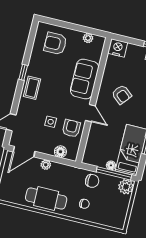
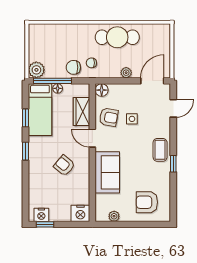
armchair: (55, 44) -> (147, 202), turned 180
armchair: (71, 128) -> (109, 117), turned -80
wardrobe: (95, 139) -> (81, 112), added
floor lamp: (60, 152) -> (102, 90), moved
chair: (84, 204) -> (91, 63), moved

